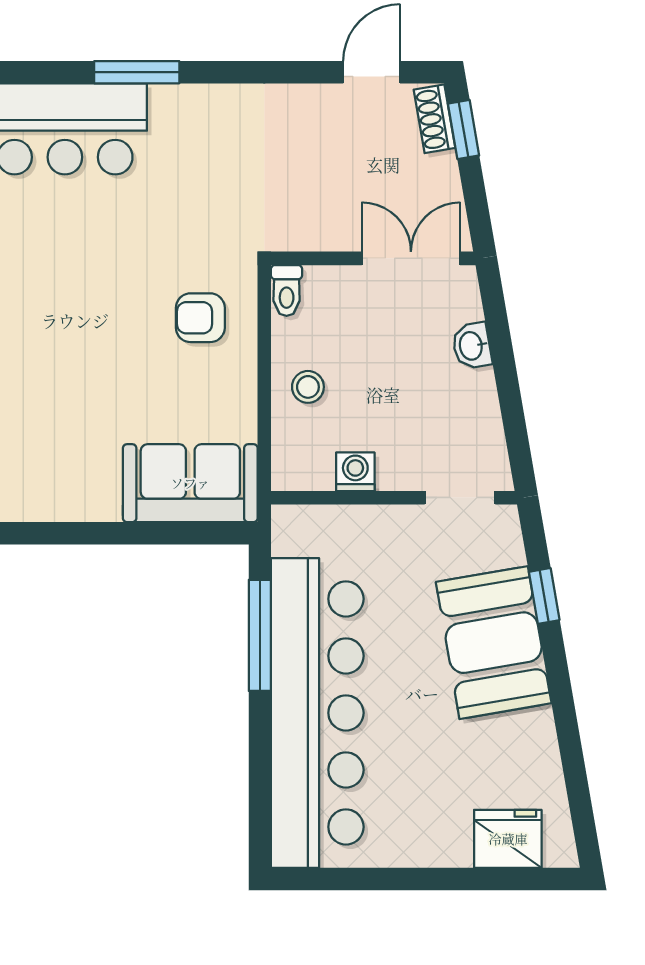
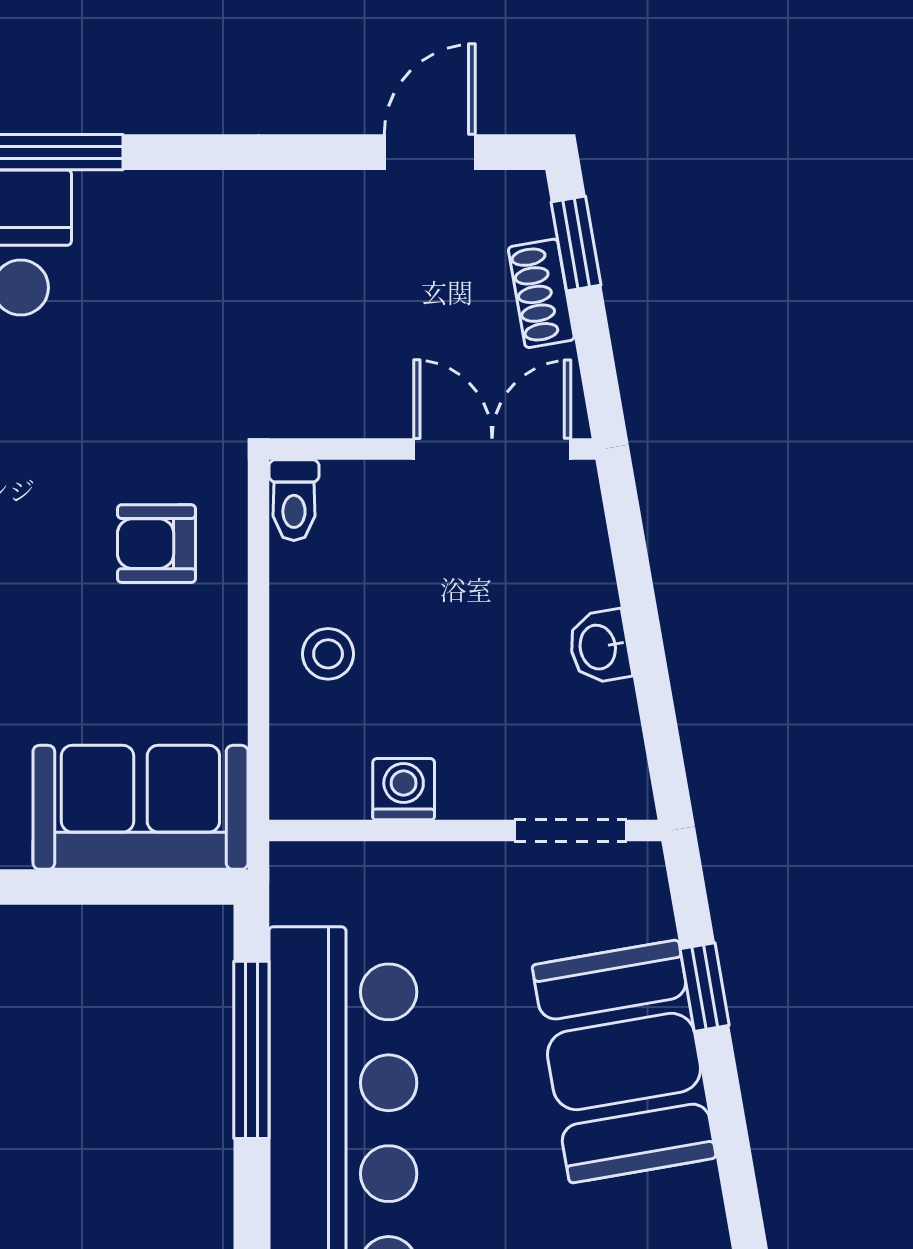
shoe rack: (434, 119) -> (541, 293), moved
washbasin: (472, 346) -> (599, 647), moved

